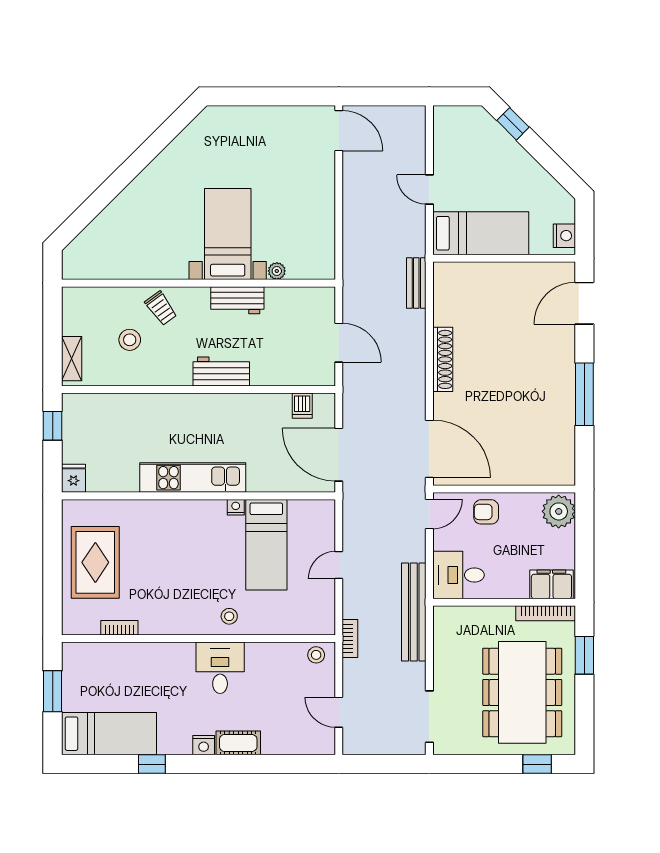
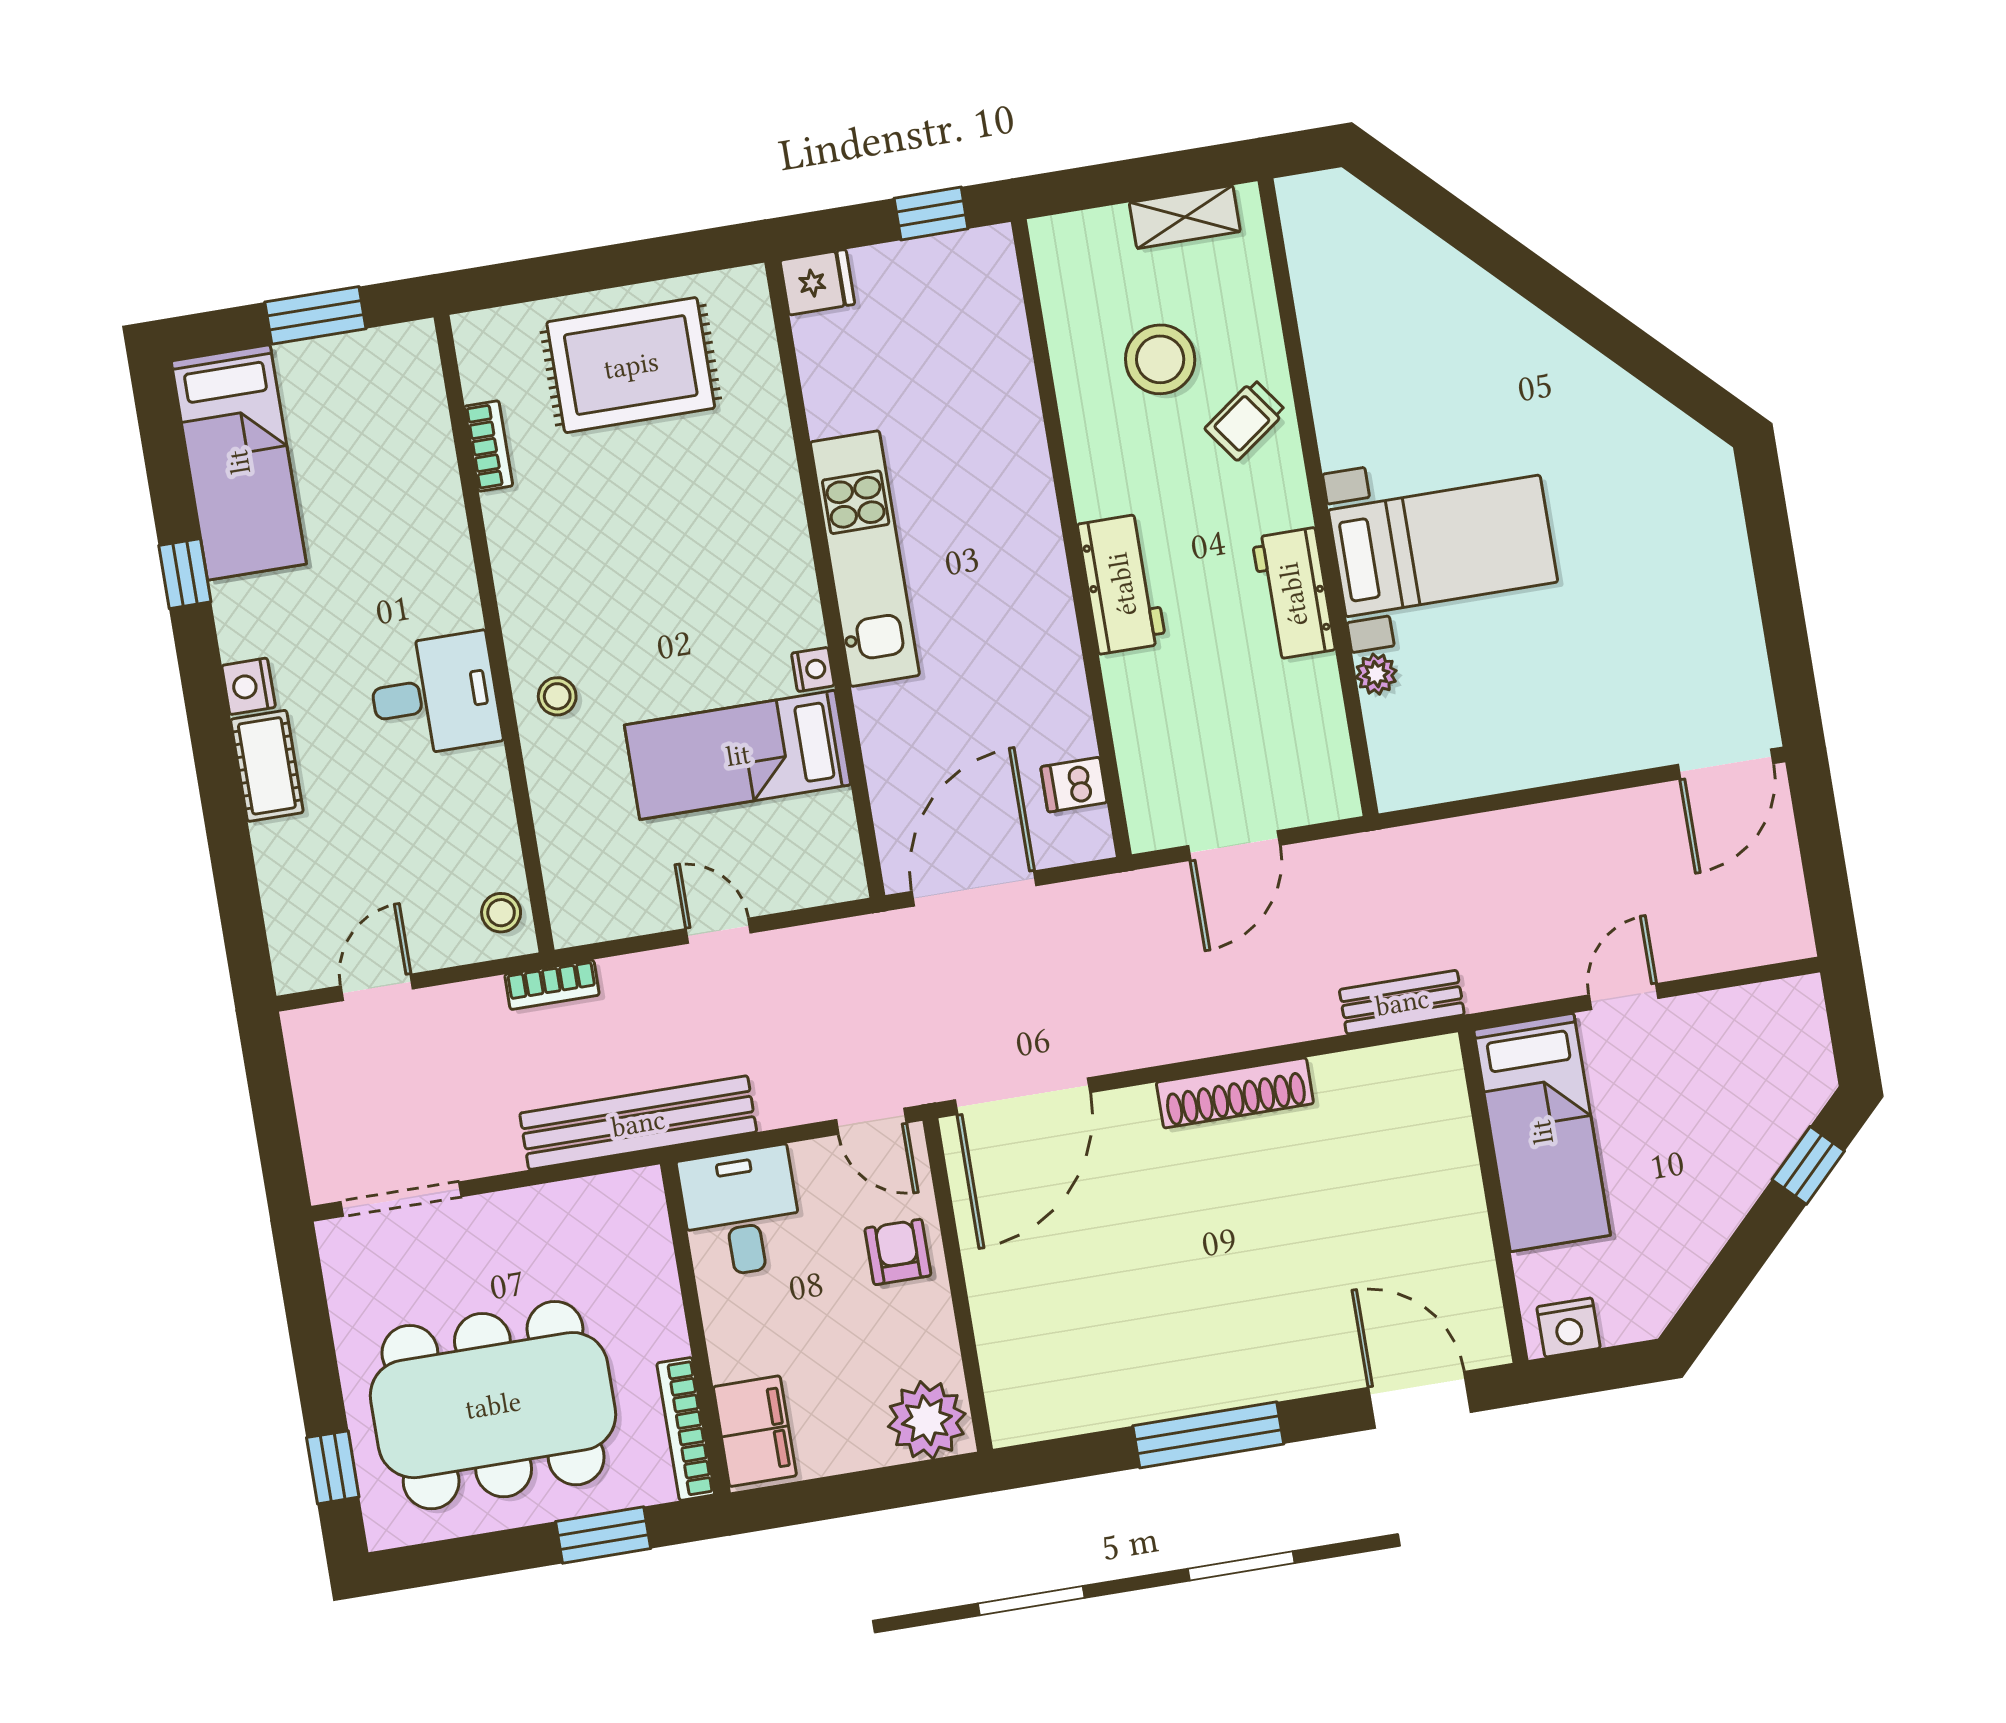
stool: (130, 340) -> (1160, 359), width x1.38, depth x1.38
shelving: (72, 359) -> (1185, 217), moved

